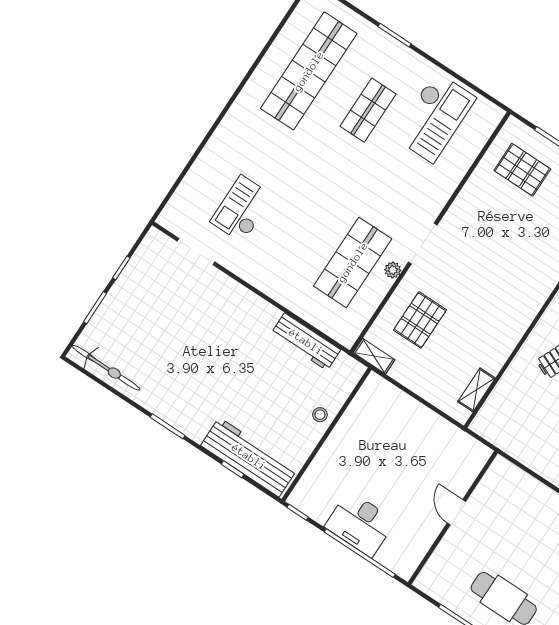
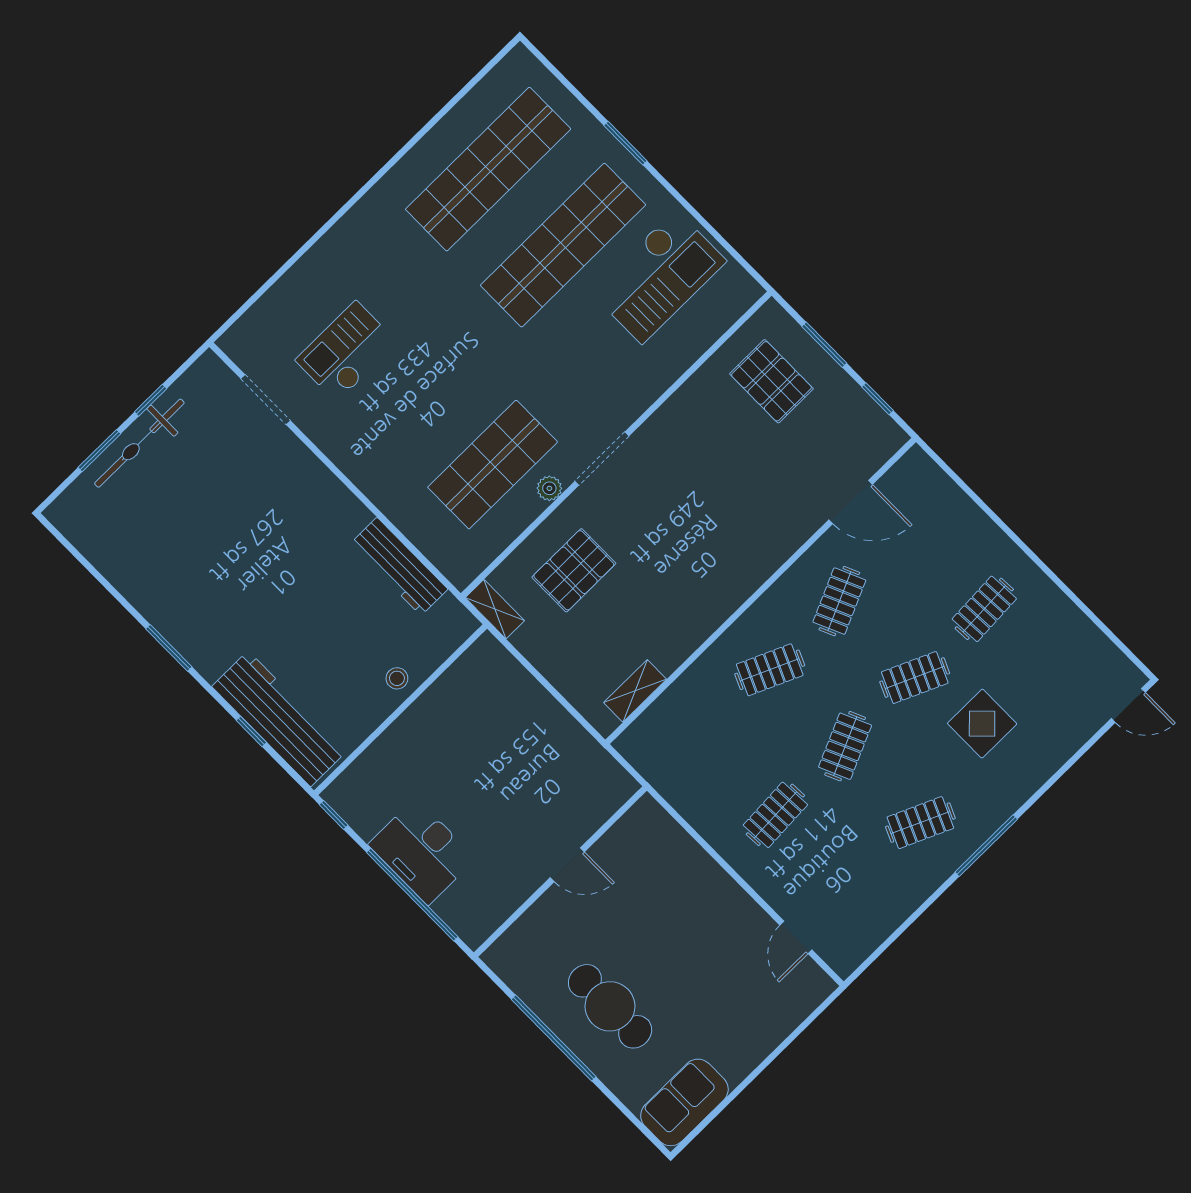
shop shelf: (368, 110) -> (563, 245), width x2.00, depth x1.36
bicycle: (106, 368) -> (139, 443), moved, turned 90
door: (456, 512) -> (567, 865), swing flipped

